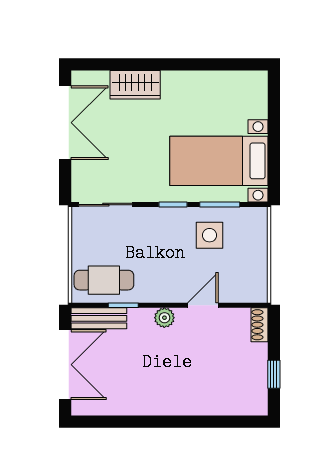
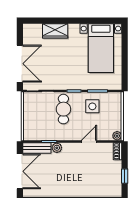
double door: (65, 123) -> (20, 64), moved
bed with nightstands: (219, 161) -> (101, 48), moved, turned -90
cafe table: (104, 280) -> (63, 109), moved, turned 90
plant: (259, 294) -> (117, 136), added
plant: (164, 318) -> (57, 148), moved

